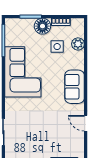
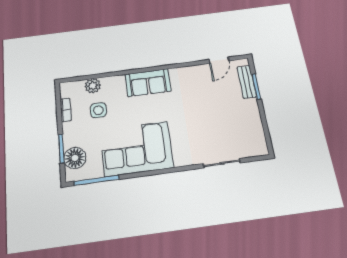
floor lamp: (42, 26) -> (75, 158), moved
door: (86, 123) -> (219, 60), moved

